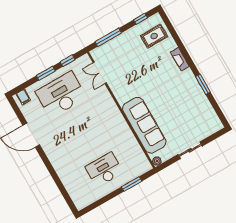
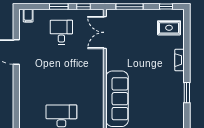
double door: (100, 73) -> (105, 32), width x1.37
desk: (61, 95) -> (61, 32), width x0.53, depth x0.77

